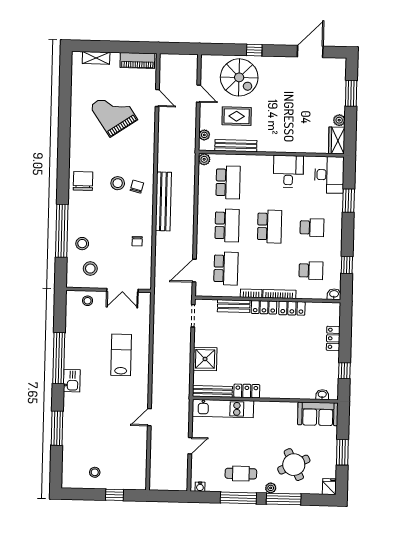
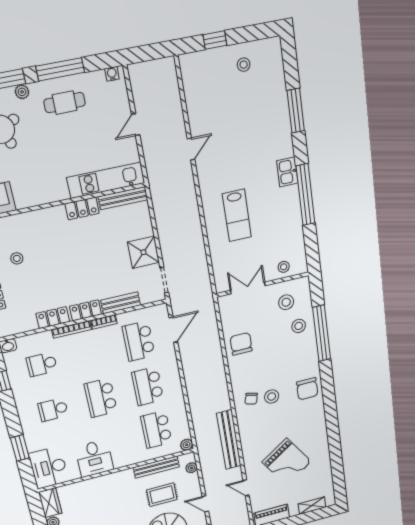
bench: (163, 201) -> (229, 440), moved
chair: (137, 241) -> (241, 344), width x1.87, depth x1.87
shower: (205, 359) -> (144, 252), moved
stool: (308, 364) -> (17, 258), added

